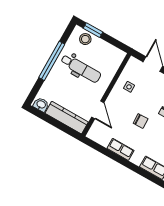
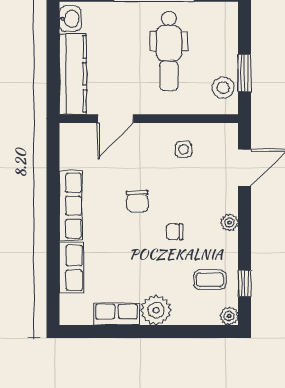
window: (93, 30) -> (245, 73), moved
stool: (85, 39) -> (223, 88), moved
row of seats: (121, 149) -> (71, 206), width x1.48

